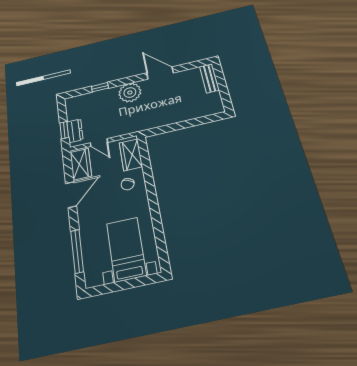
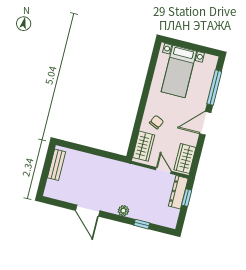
bench: (209, 78) -> (57, 165), moved
plant: (130, 93) -> (123, 211), width x0.53, depth x0.53
dresser: (75, 131) -> (178, 192), width x1.44
door: (71, 195) -> (205, 123), moved

